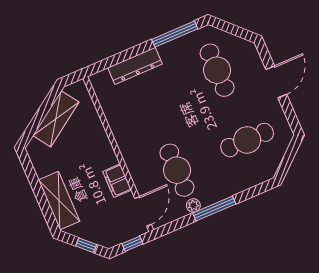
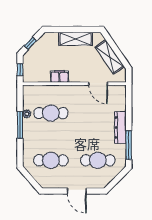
dresser: (135, 66) -> (120, 128), moved
cafe table: (247, 140) -> (51, 160), turned 90
shelving: (59, 201) -> (76, 39), moved
door: (143, 211) -> (98, 84), moved

